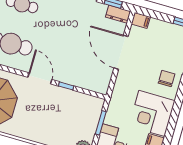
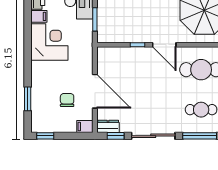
chair: (167, 79) -> (67, 100), moved, turned 180

